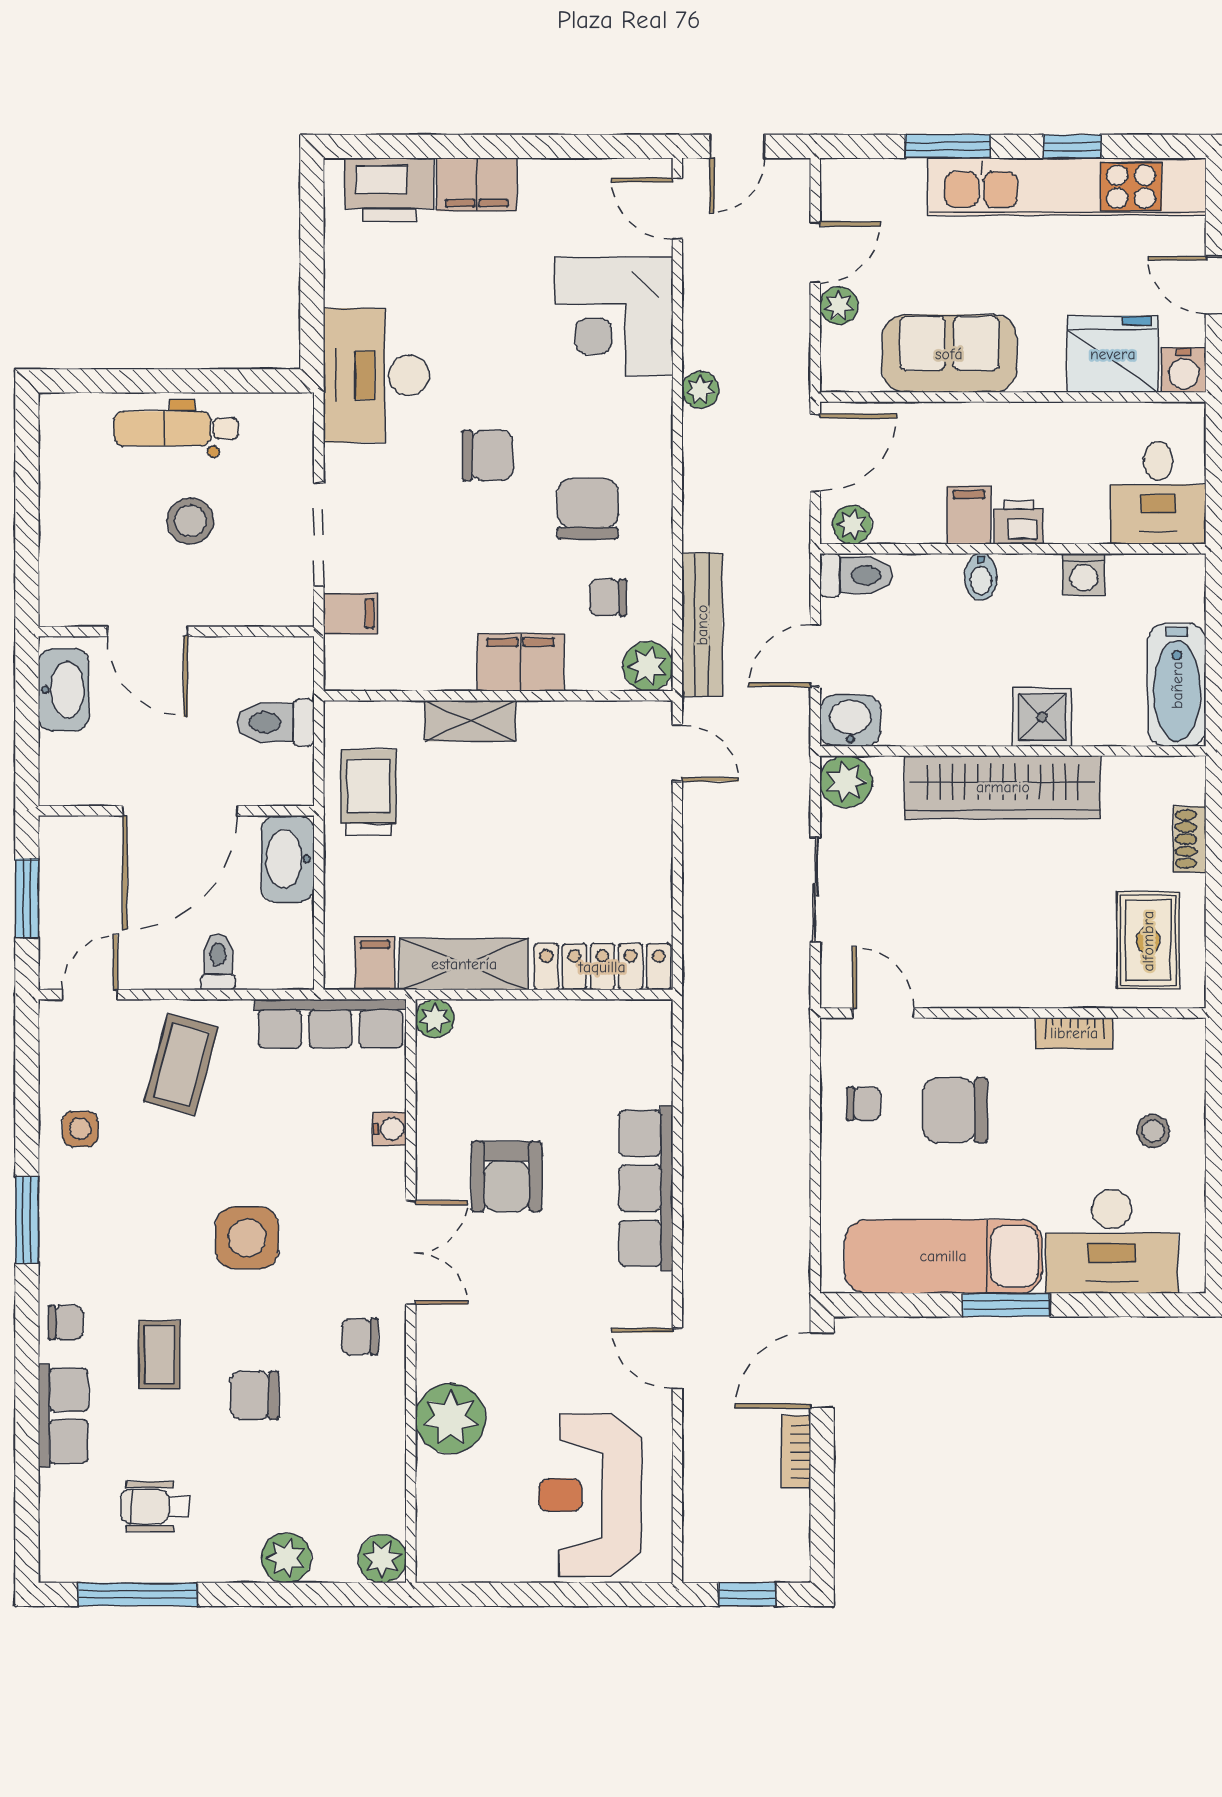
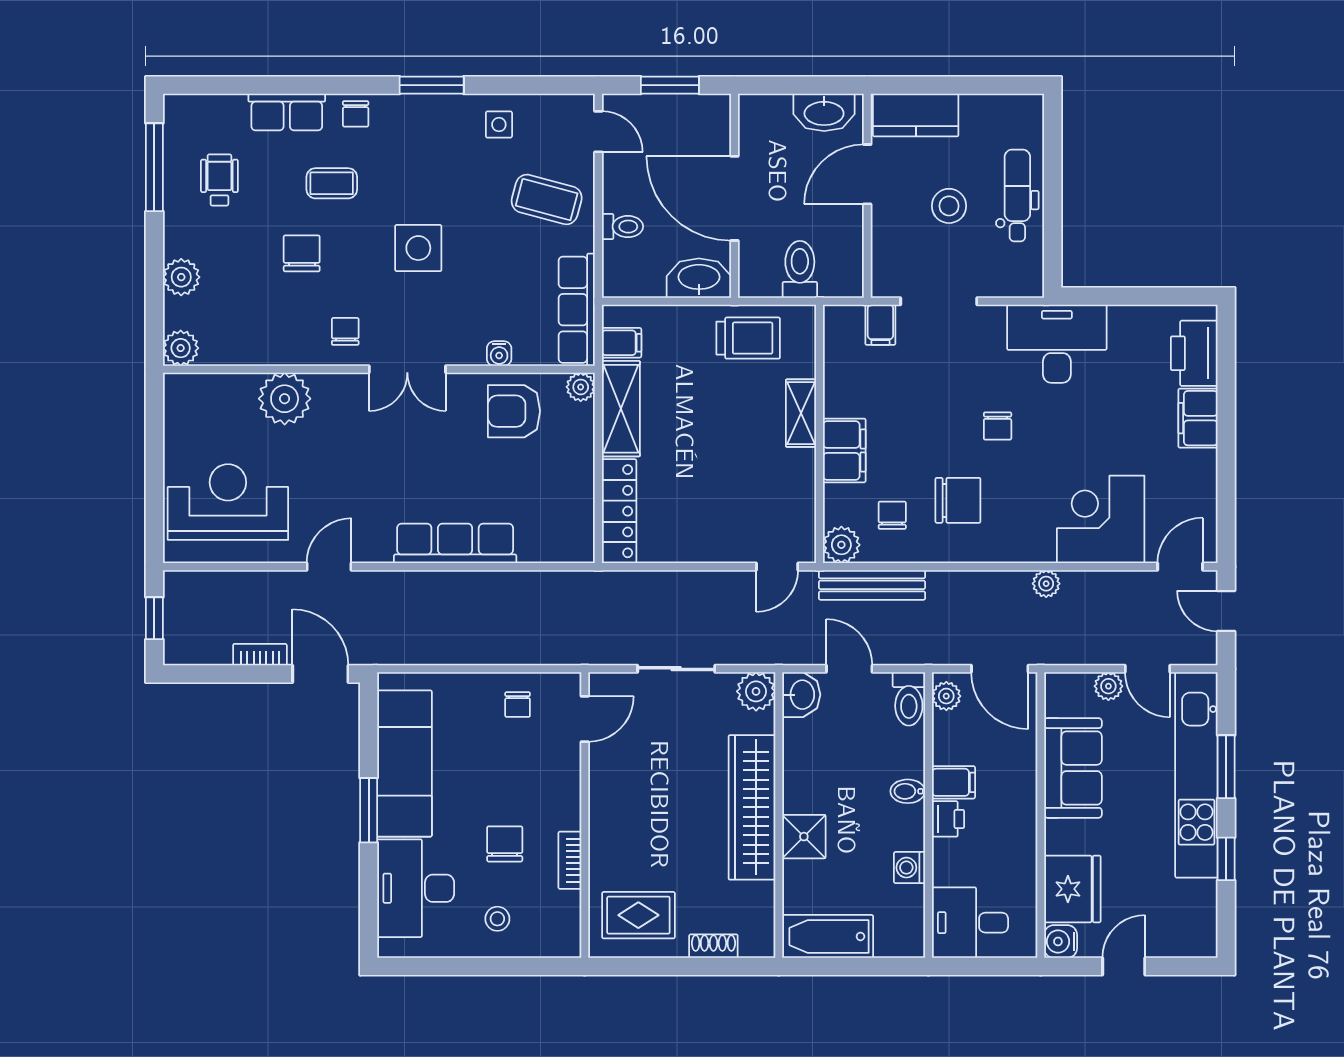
kitchen unit: (1067, 187) -> (1196, 775), moved
chair: (487, 455) -> (998, 426), width x0.73, depth x0.73
kitchen counter: (67, 566) -> (916, 115), added
chair: (955, 1110) -> (505, 844), moved, width x0.73, depth x0.73
armchair: (507, 1177) -> (514, 411), moved

